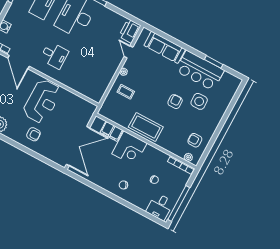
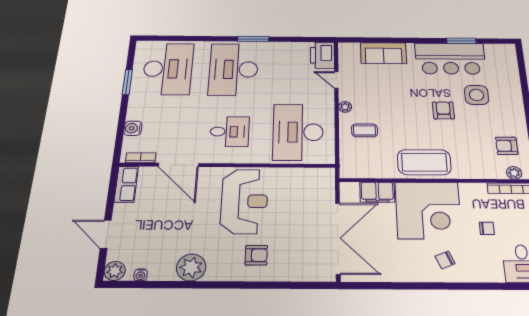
sofa: (165, 47) -> (383, 53), width x0.73
desk: (90, 74) -> (298, 132), added
corner desk: (129, 148) -> (428, 210), width x1.36, depth x1.36

